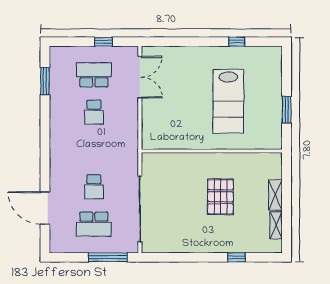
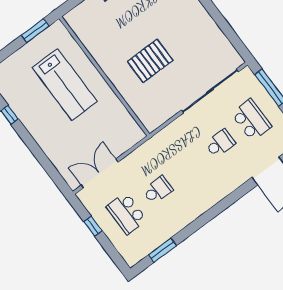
lab bench: (228, 101) -> (65, 84), turned 90
wall: (212, 151) -> (104, 76), moved
pallet: (220, 197) -> (150, 61), moved

